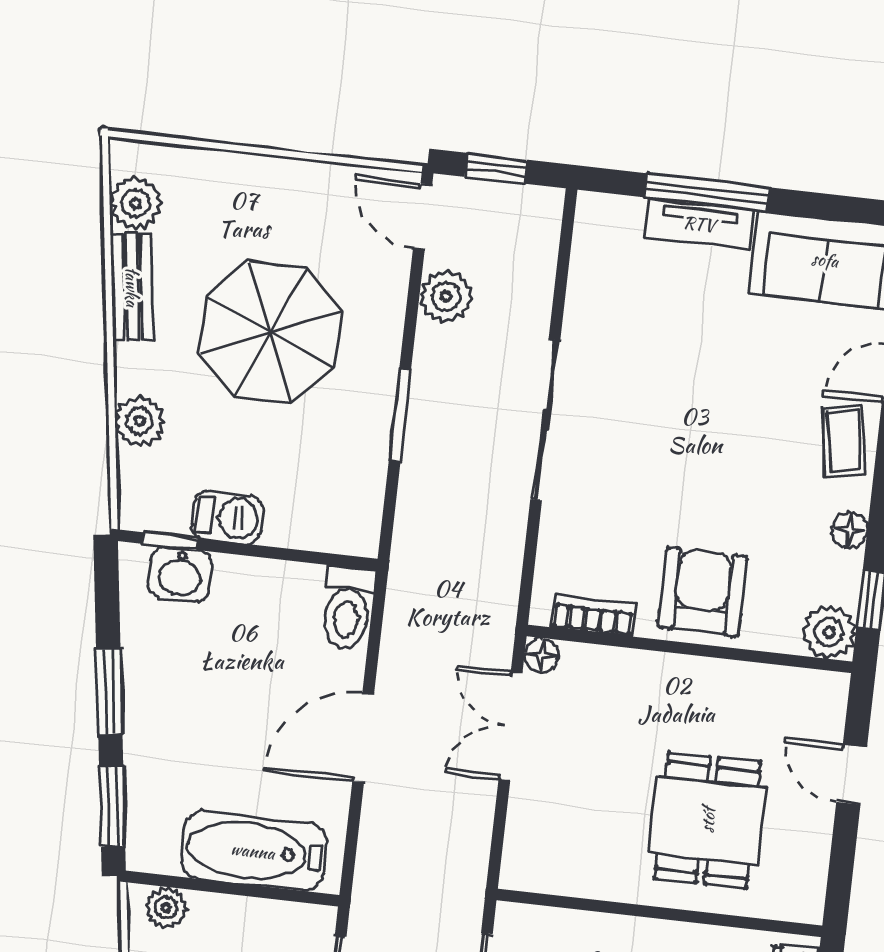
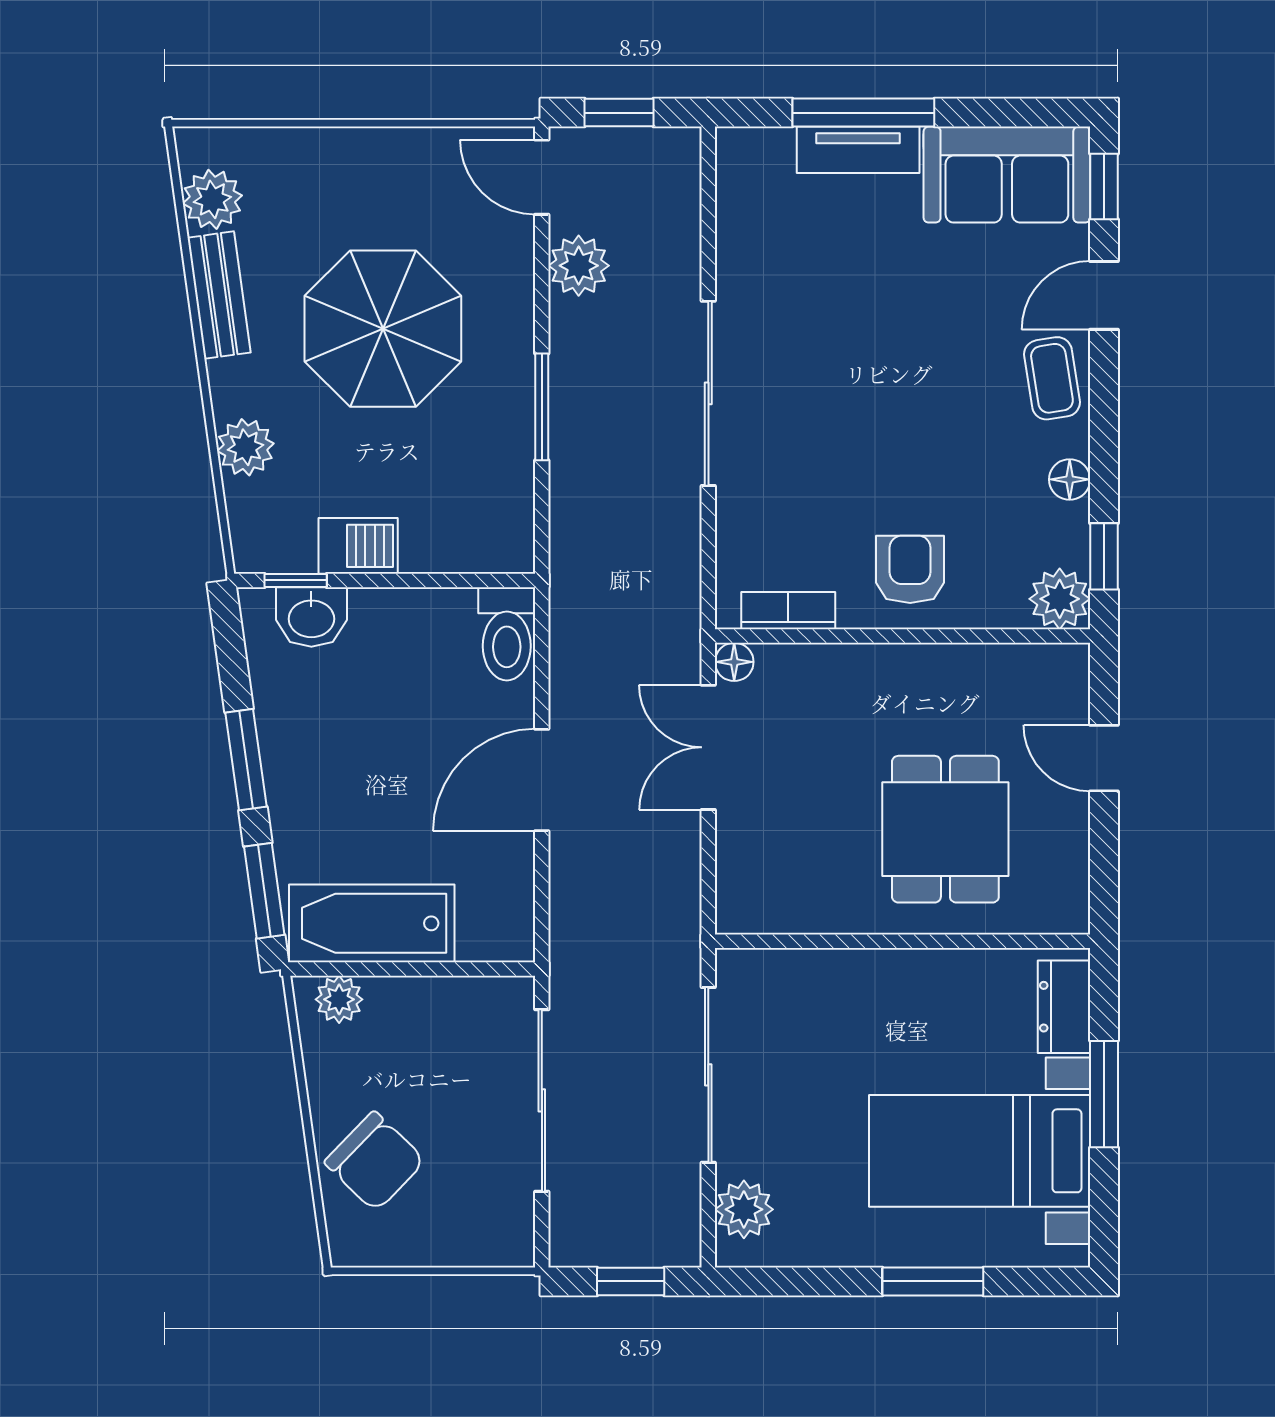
armchair: (702, 592) -> (910, 569), width x0.72, depth x0.72
bathtub: (253, 851) -> (372, 923), moved

